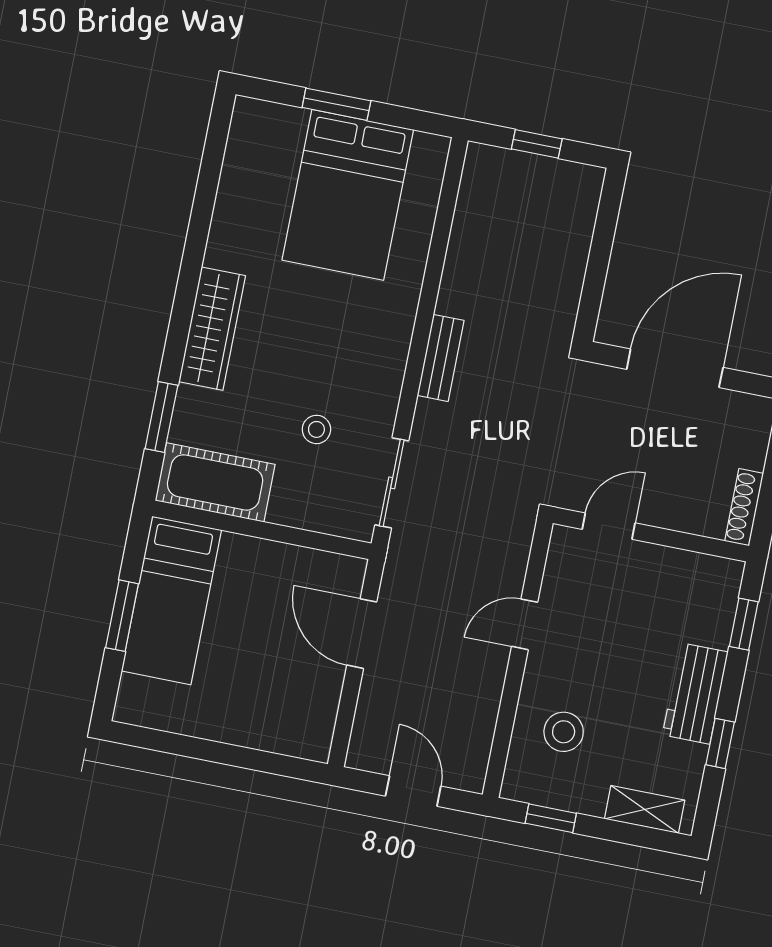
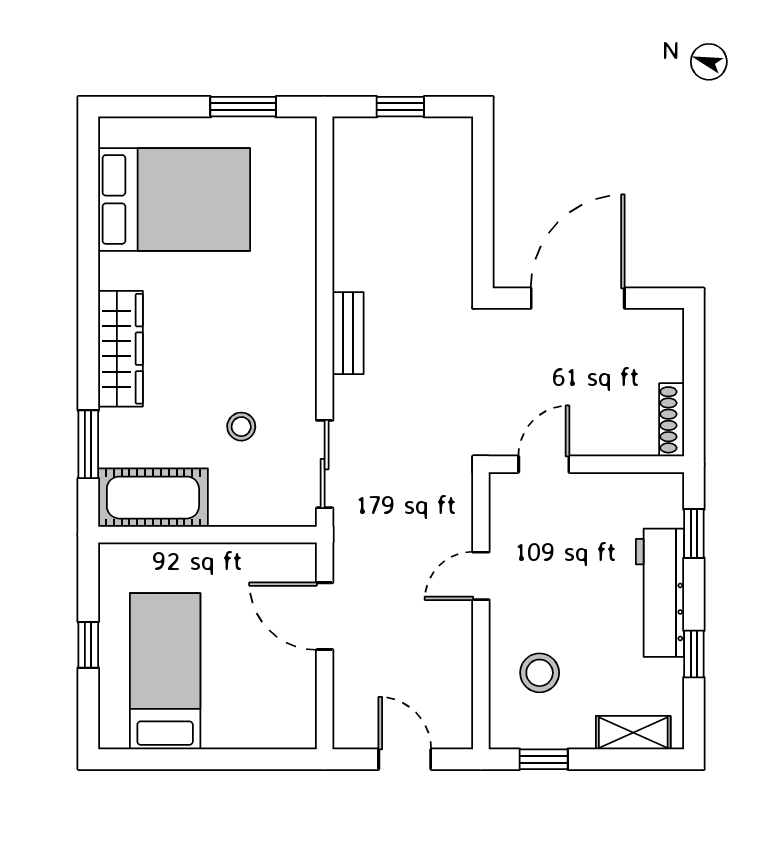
window: (336, 104) -> (243, 107), moved
bed: (348, 195) -> (174, 199), moved, turned -90
bed: (171, 600) -> (165, 671), moved, turned 180
window: (122, 616) -> (88, 645), width x0.67
workbench: (695, 693) -> (660, 593), width x1.38

